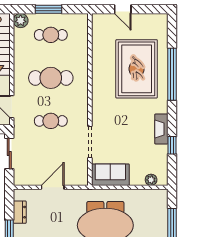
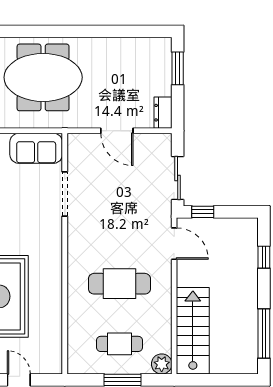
cafe table: (51, 121) -> (119, 224), removed
door: (53, 187) -> (117, 131), hinge flipped
dresser: (20, 212) -> (163, 113), moved

